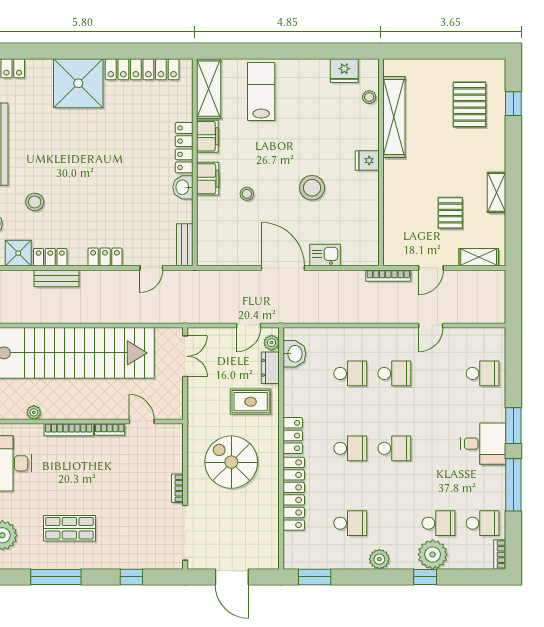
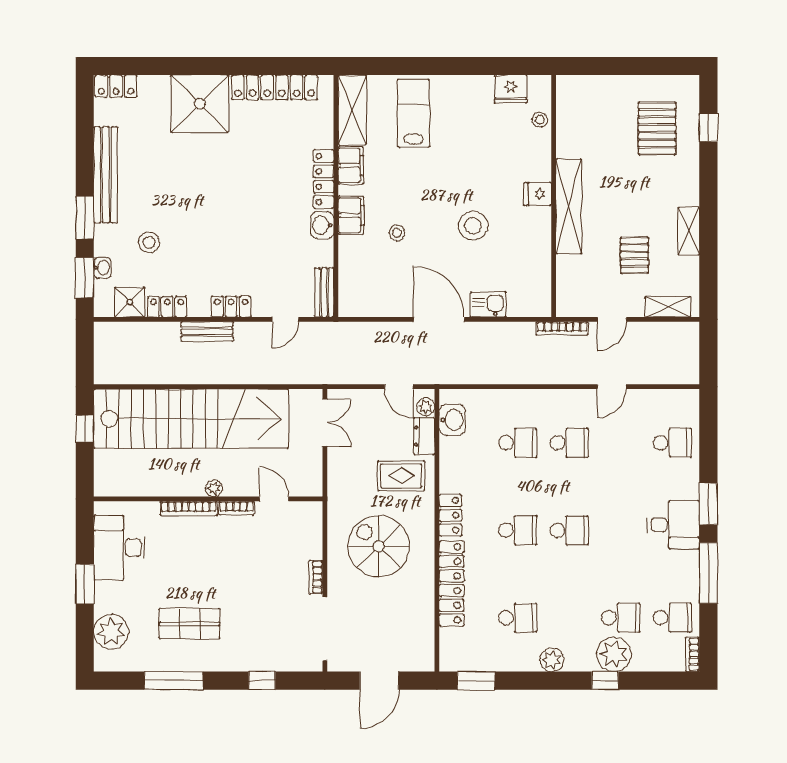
shelving: (394, 117) -> (569, 206), moved
bench: (56, 278) -> (207, 332), moved
door: (249, 325) -> (399, 387), hinge flipped
plant: (34, 412) -> (214, 488), moved
door: (232, 577) -> (379, 681), hinge flipped

